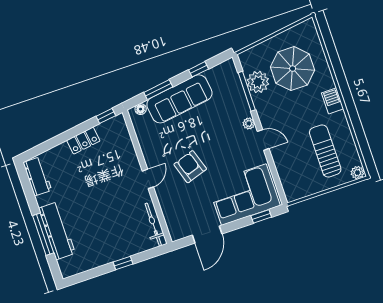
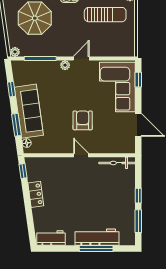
plant: (258, 82) -> (15, 52), moved, width x0.53, depth x0.53
sun lounger: (325, 151) -> (105, 15), turned 180
armchair: (190, 167) -> (83, 120), turned 108
window: (93, 273) -> (138, 221), added

